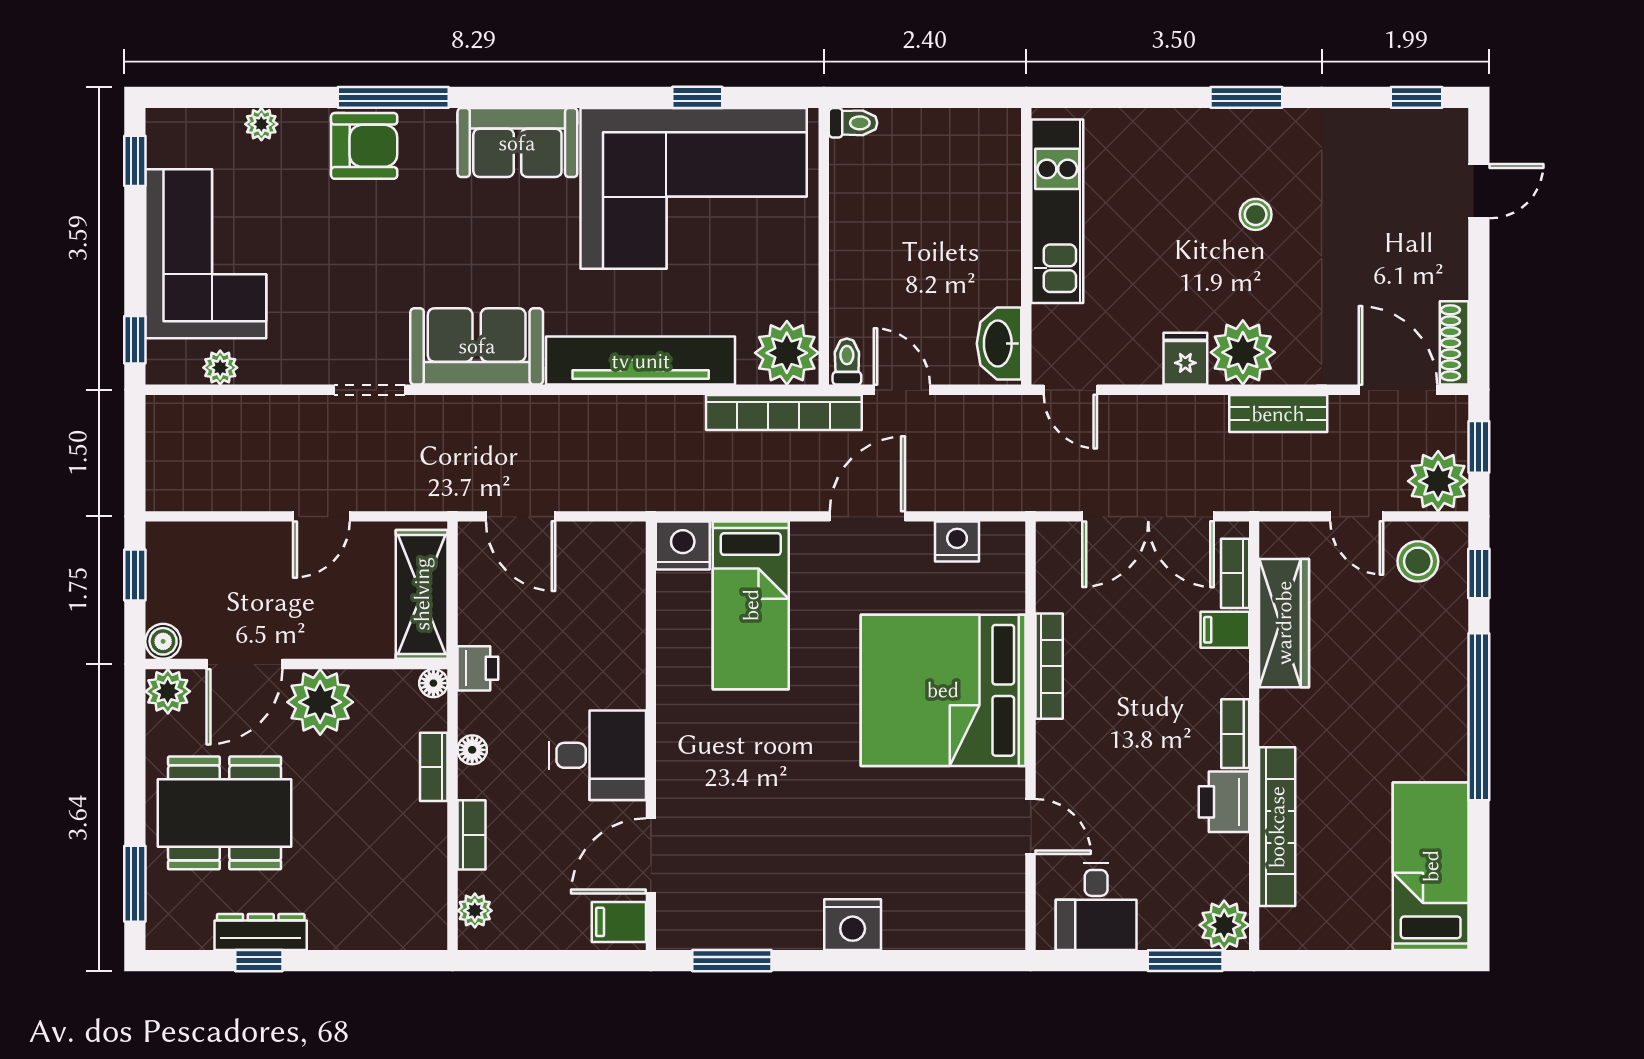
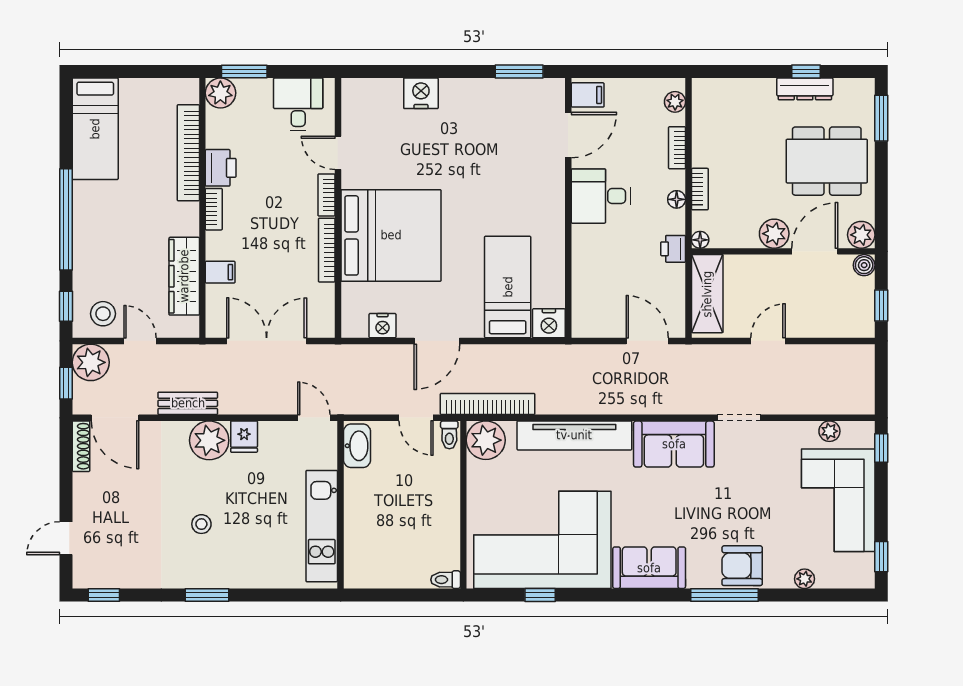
bookcase: (1235, 573) -> (326, 195), moved, turned 180
plant: (320, 702) -> (774, 234), width x0.73, depth x0.73
nightstand: (853, 925) -> (421, 93), moved

